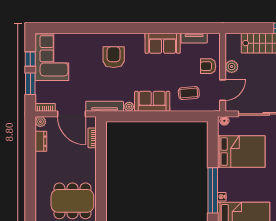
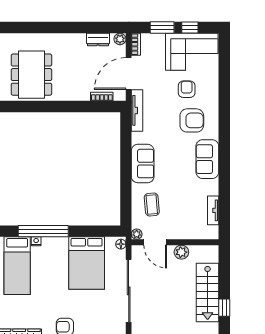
sofa: (163, 43) -> (207, 159), moved
armchair: (208, 66) -> (187, 89), moved
plant: (129, 107) -> (137, 234), moved

